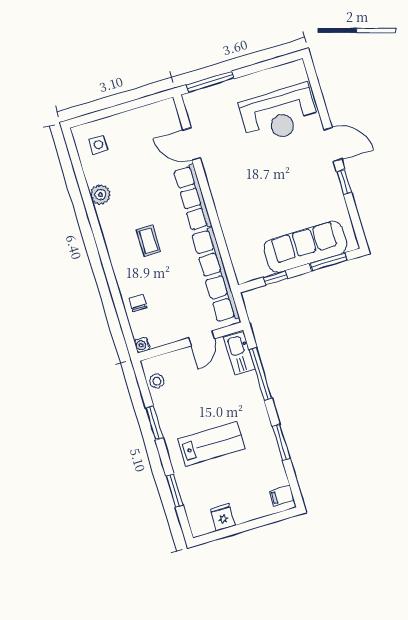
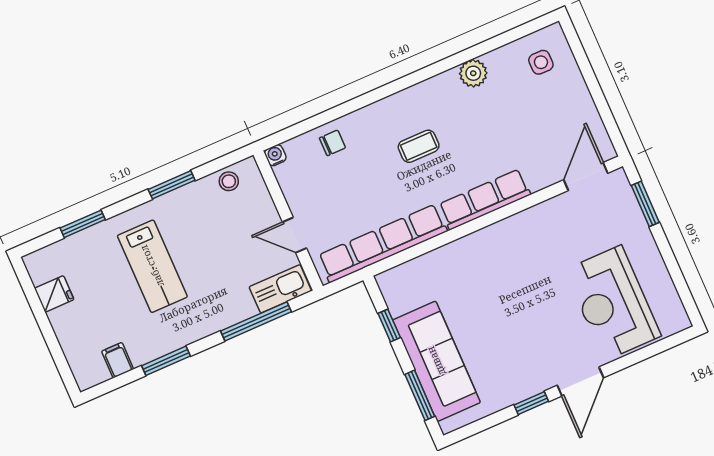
window: (210, 82) -> (645, 204), width x0.69
door: (192, 144) -> (586, 177), moved
filing cabinet: (282, 496) -> (118, 360), moved

